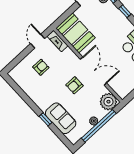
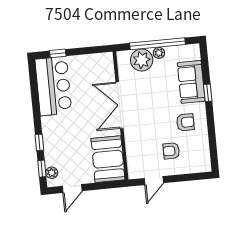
fireplace: (58, 41) -> (133, 165), removed
armchair: (74, 85) -> (185, 122), moved
plant: (108, 102) -> (142, 60), moved

